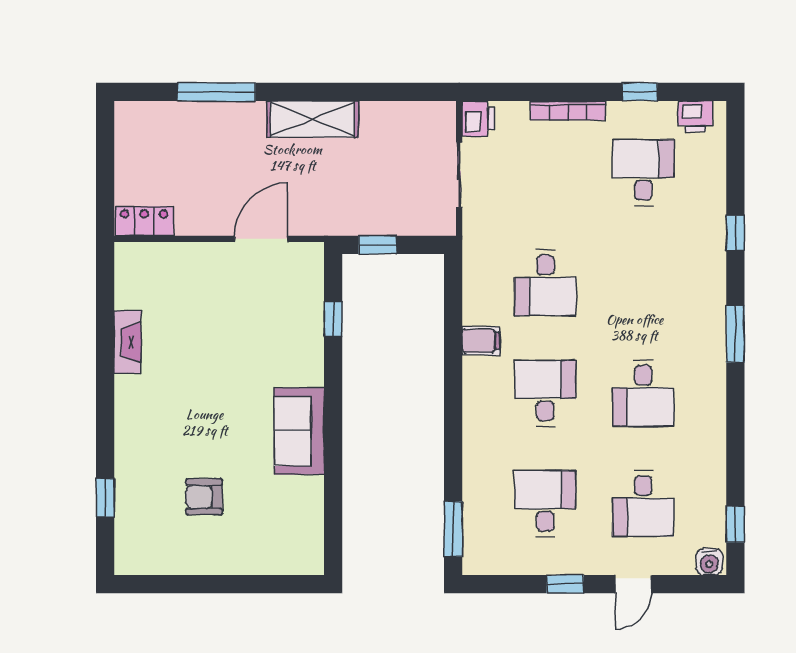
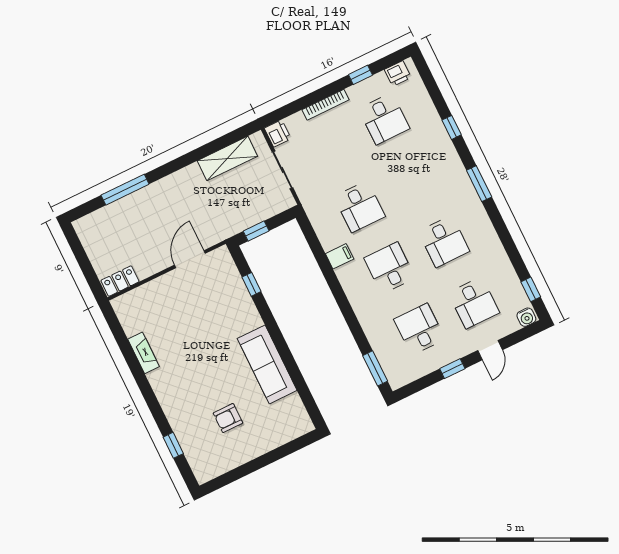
shelving: (313, 119) -> (227, 158), moved
desk: (643, 172) -> (384, 119), turned 180
sofa: (299, 431) -> (267, 364), width x1.36

